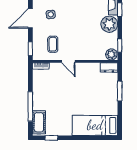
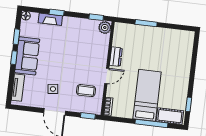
plant: (109, 24) -> (71, 26), removed
dresser: (109, 67) -> (116, 57), moved
bed: (95, 125) -> (147, 95), moved, turned 180

